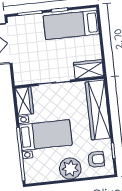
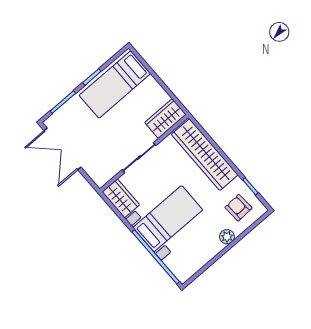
armchair: (96, 159) -> (238, 208), turned -93
plant: (70, 168) -> (227, 237), width x0.53, depth x0.53

